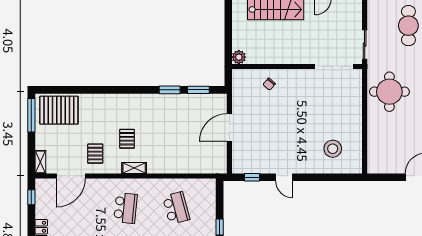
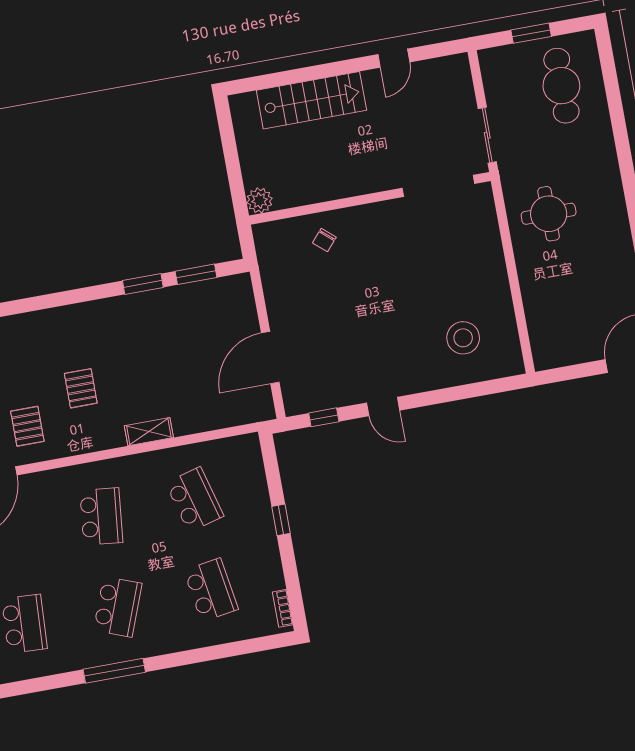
round table: (389, 92) -> (549, 214), width x0.73, depth x0.73
door: (229, 128) -> (270, 358), moved
shelving: (134, 168) -> (149, 432), moved

